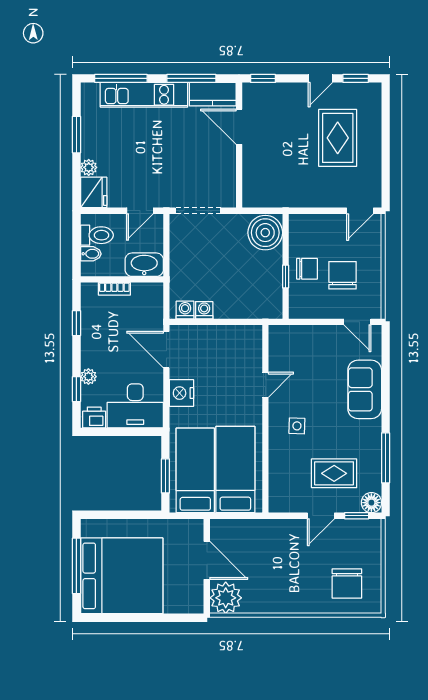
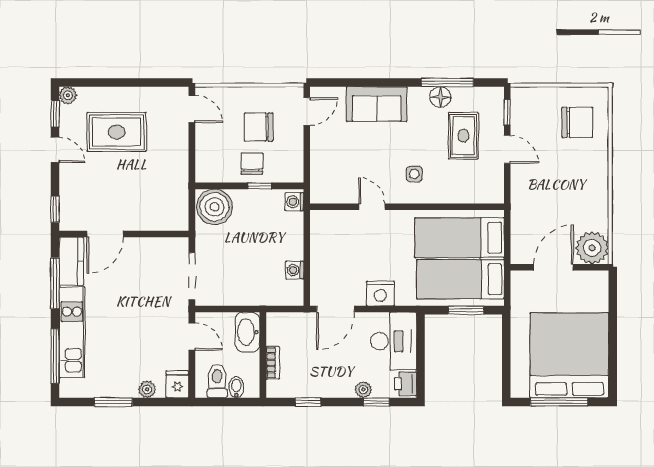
plant: (373, 91) -> (68, 95), added
fridge: (94, 192) -> (177, 384), width x0.72
washing machine: (185, 310) -> (294, 202), moved
floor lamp: (371, 503) -> (440, 97), moved

